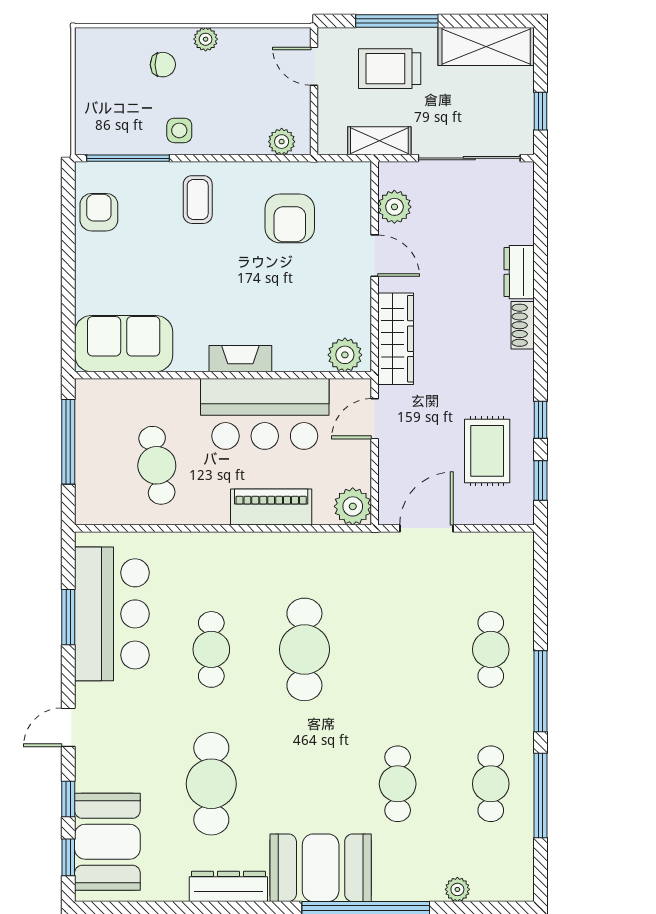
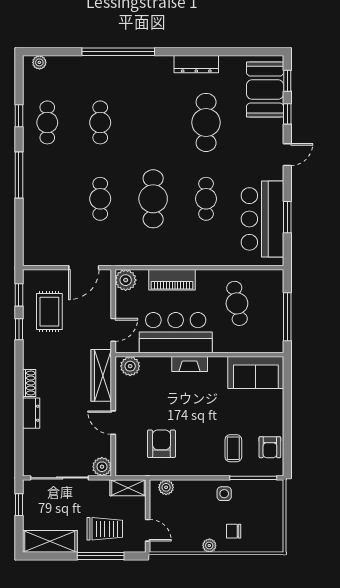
shelving: (379, 141) -> (128, 488), moved
coffee table: (198, 200) -> (233, 448), moved
plant: (394, 207) -> (102, 467), moved
cafe table: (491, 649) -> (100, 199), moved
window: (541, 796) -> (19, 116), width x0.46
booth: (321, 868) -> (144, 75), removed
plant: (457, 889) -> (39, 62), moved

